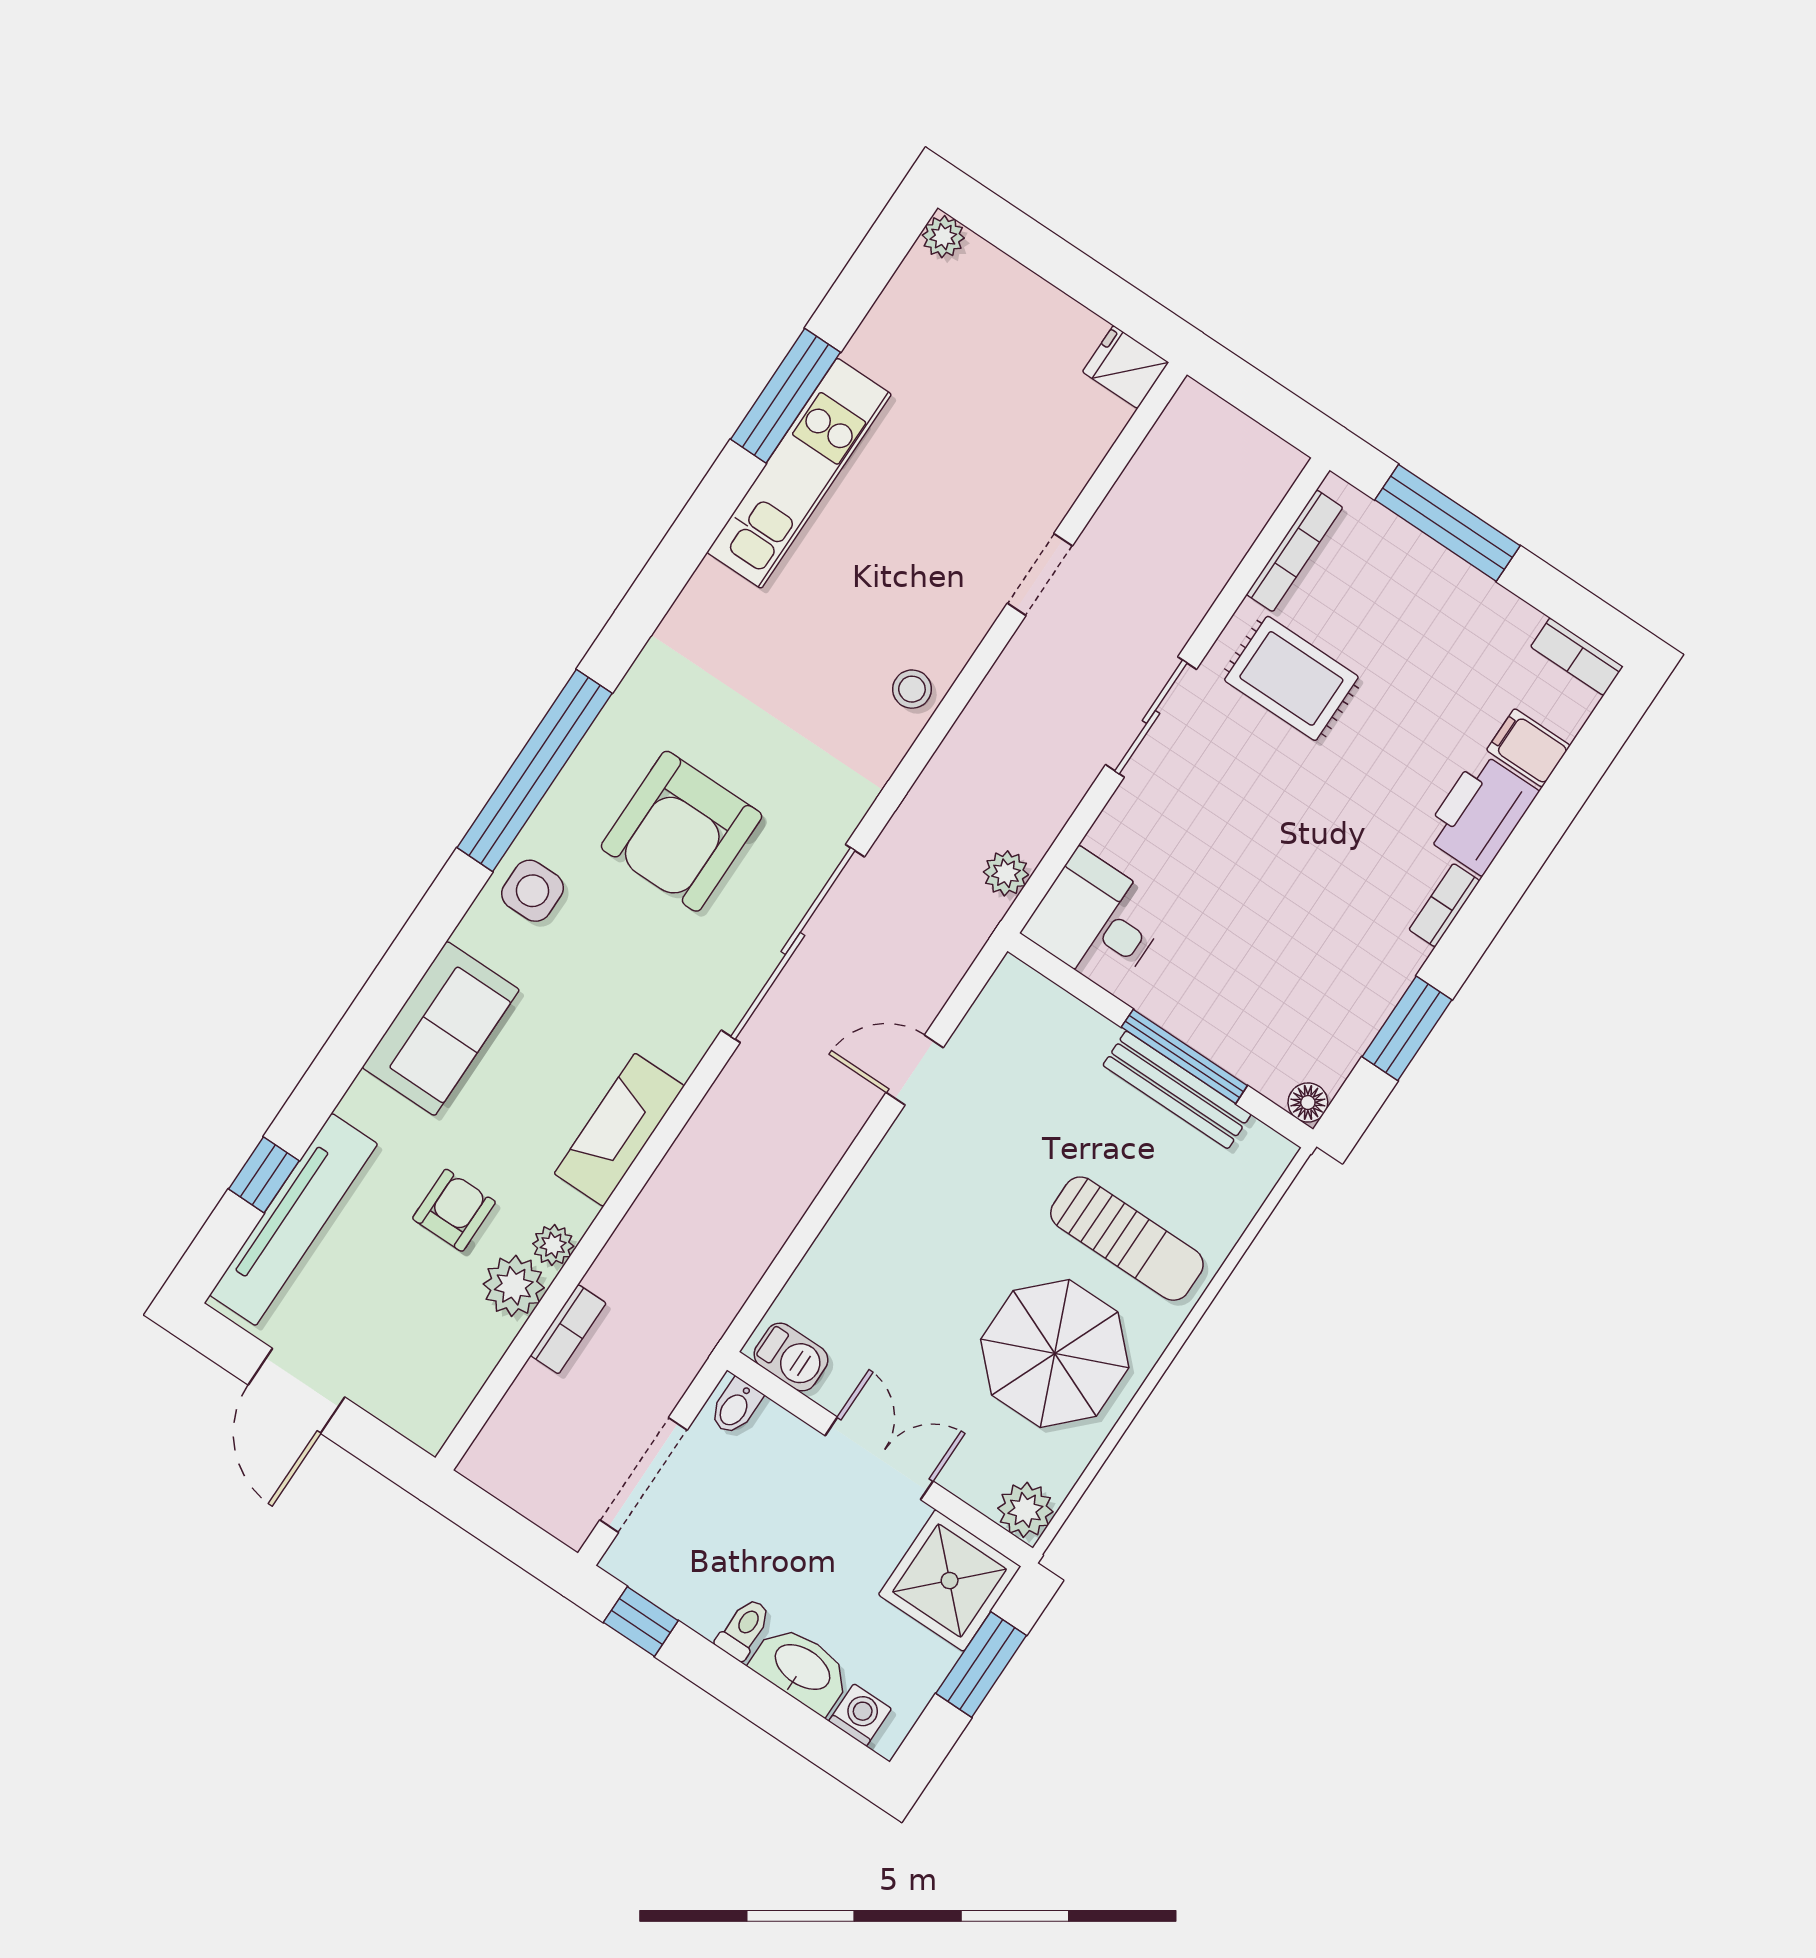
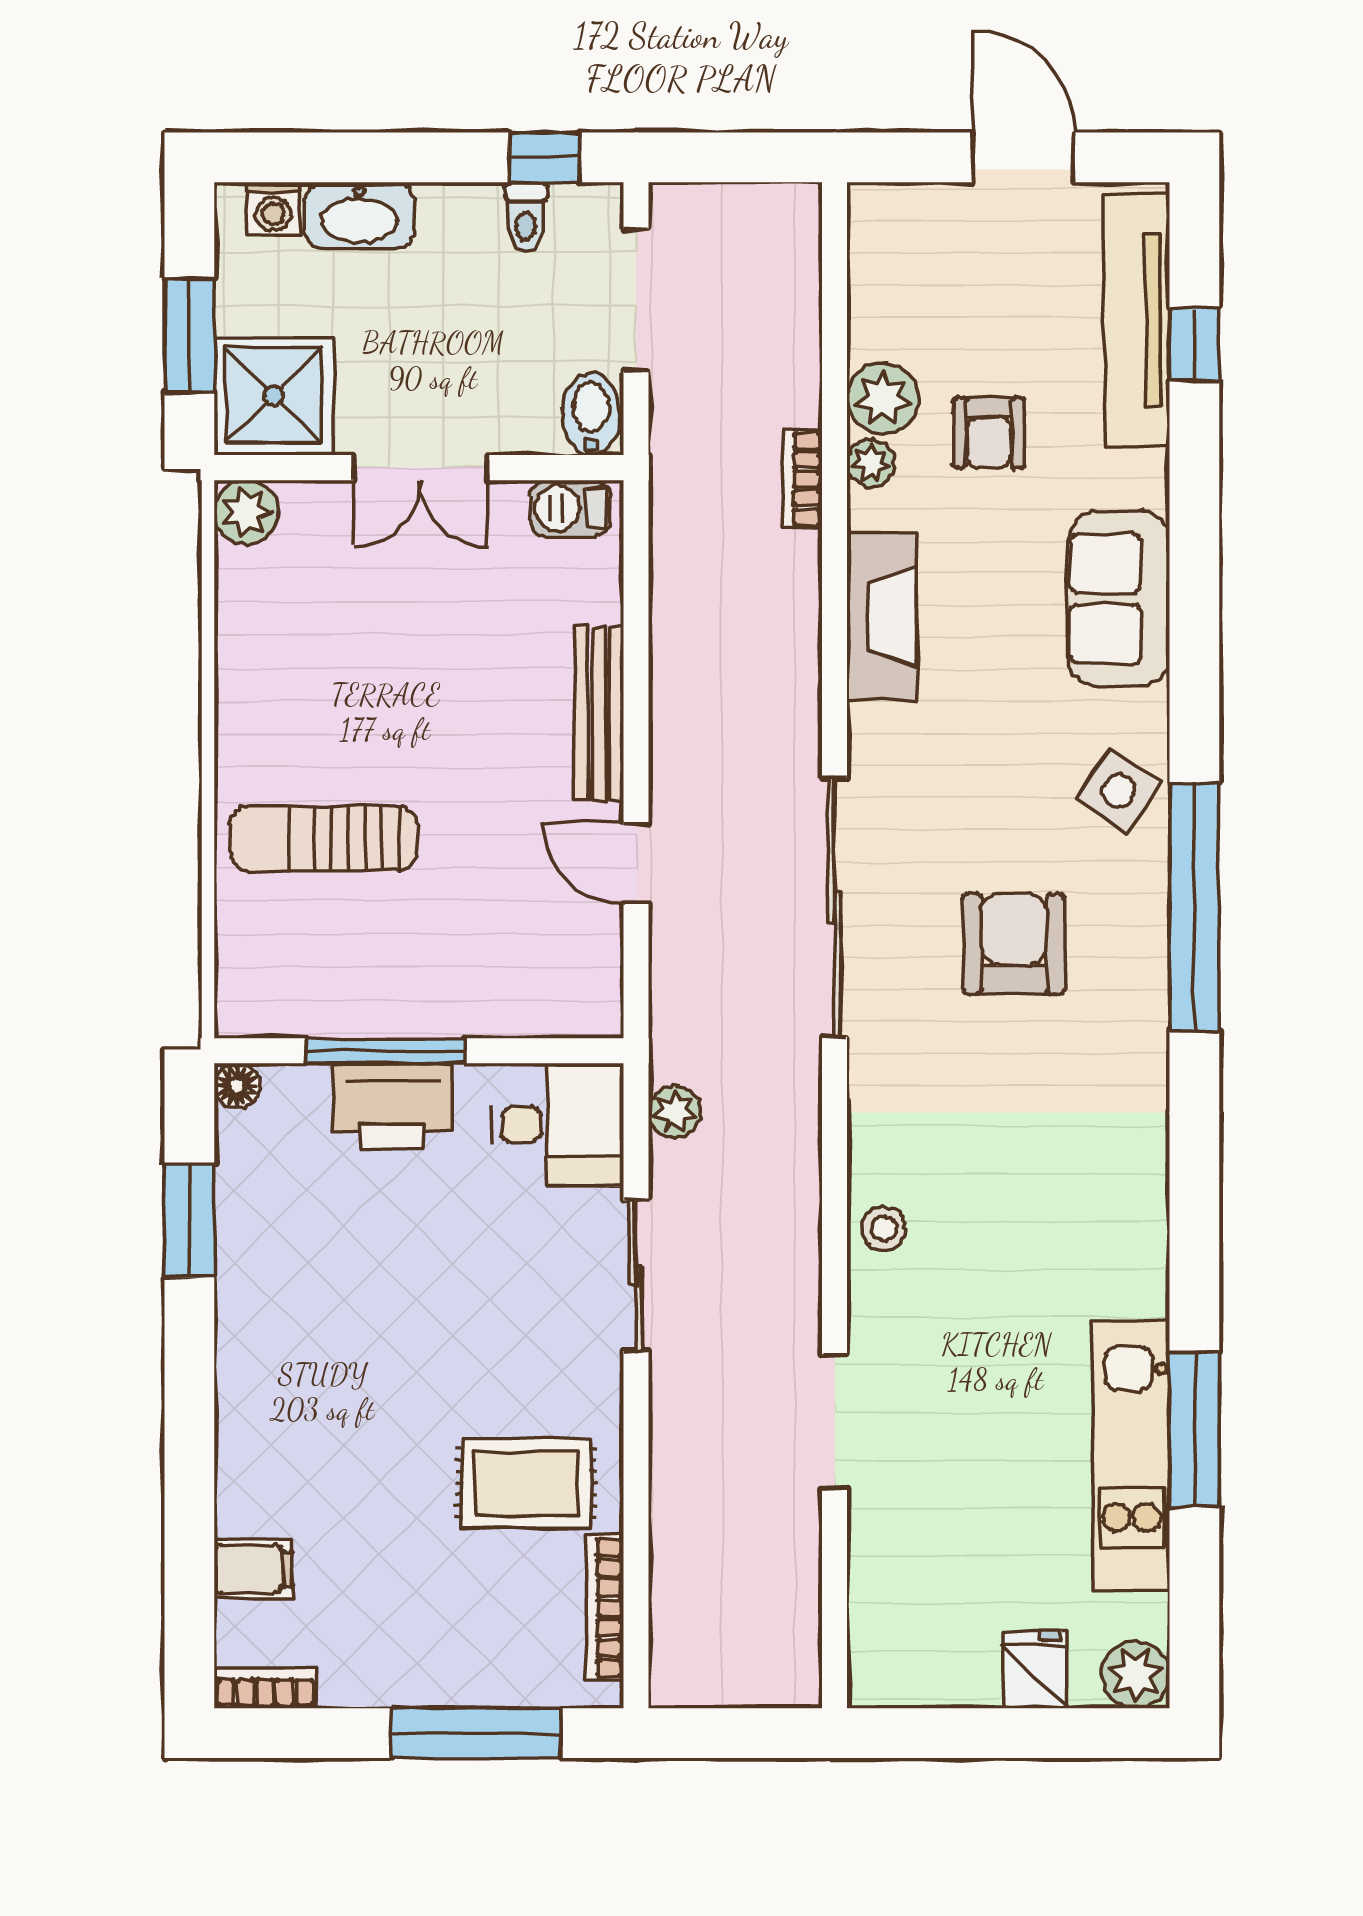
plant: (943, 237) -> (1136, 1675), width x1.38, depth x1.38
fridge: (1126, 367) -> (1034, 1670), moved, turned -90
kitchen unit: (799, 473) -> (1131, 1455), moved
doorway: (1040, 575) -> (835, 1421), width x1.38
sliding door: (1151, 717) -> (636, 1276), moved
printer: (1480, 814) -> (392, 1106), moved, turned 90
armchair: (681, 831) -> (1014, 944), width x0.73, depth x0.73
side table: (532, 891) -> (1119, 790), turned 34
bookcase: (1444, 905) -> (233, 1363), removed
door: (915, 1070) -> (636, 864), swing flipped
bench: (1177, 1090) -> (599, 713), moved, turned 90
bookcase: (568, 1329) -> (802, 479), moved
parasol: (1055, 1353) -> (319, 682), removed
bidet: (736, 1407) -> (591, 414), width x1.38, depth x1.36
toilet: (744, 1629) -> (526, 217), moved

